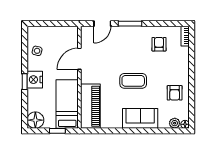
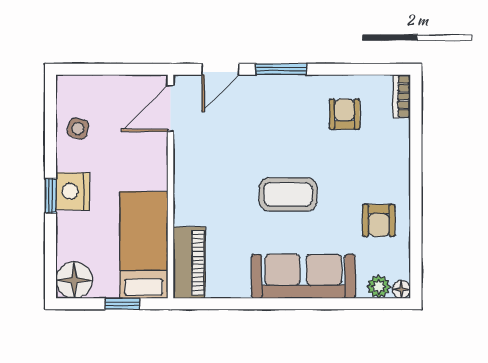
door: (79, 59) -> (171, 109), moved
piano: (90, 106) -> (189, 263), width x0.73, depth x0.75
sofa: (140, 118) -> (303, 276), width x1.36

